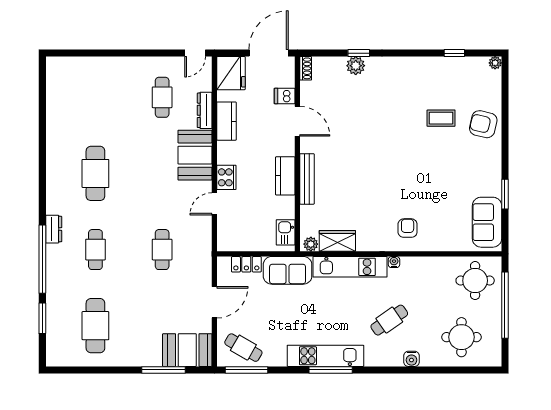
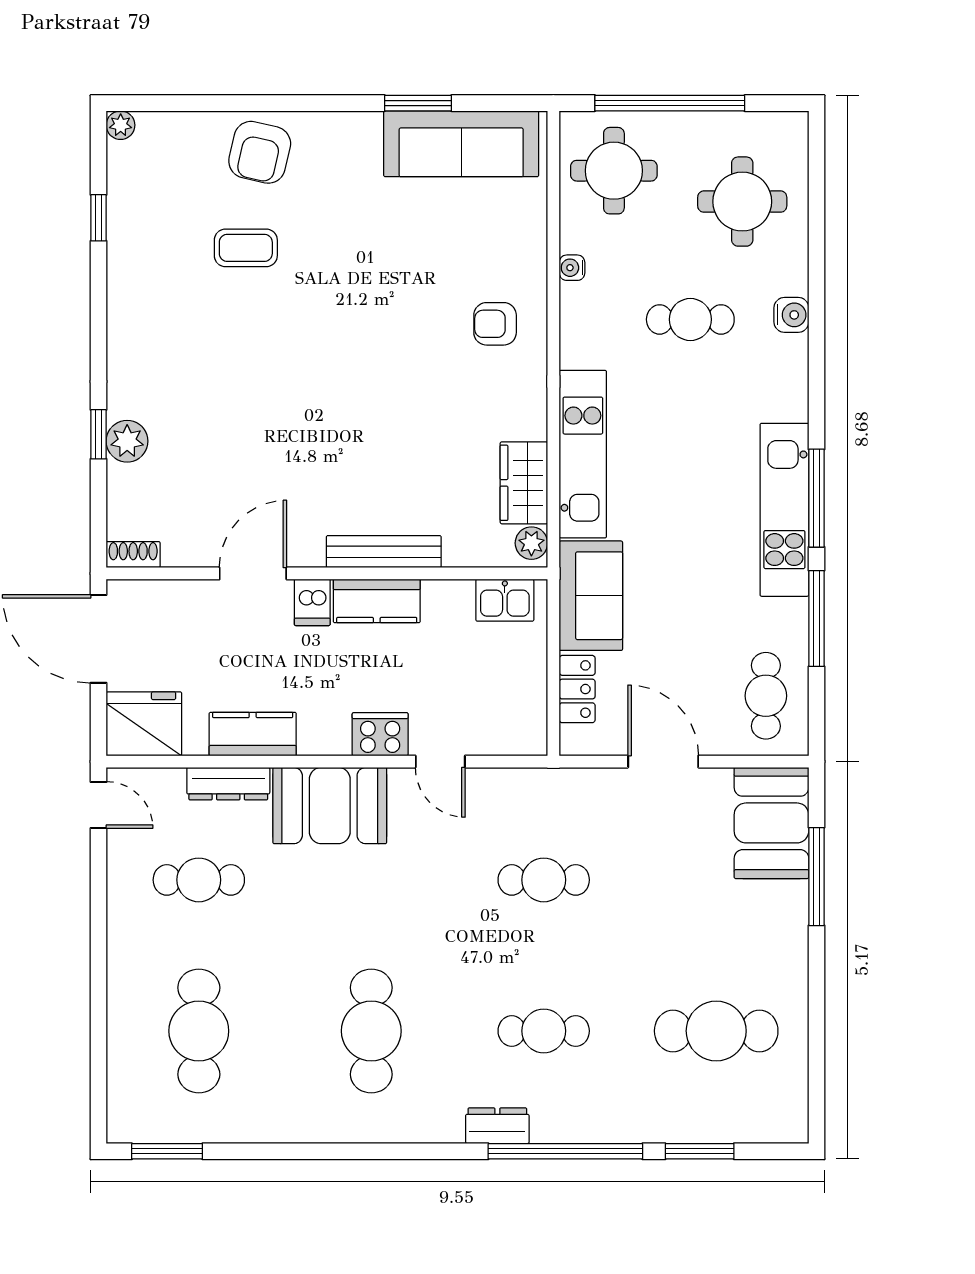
window: (42, 83) -> (167, 1151), added
dishwasher: (285, 96) -> (312, 602), moved
cafe table: (95, 97) -> (199, 1031), added
coffee table: (441, 118) -> (246, 248), turned 90
cafe table: (95, 173) -> (371, 1031), turned 90
sofa: (487, 222) -> (461, 144), width x1.36
water cooler: (394, 262) -> (572, 268), moved
cafe table: (389, 320) -> (690, 319), moved, turned -55
cafe table: (243, 348) -> (766, 696), turned -30
window: (247, 370) -> (816, 618), moved

